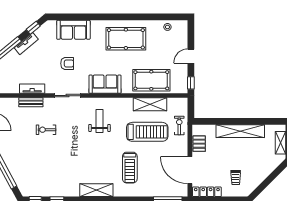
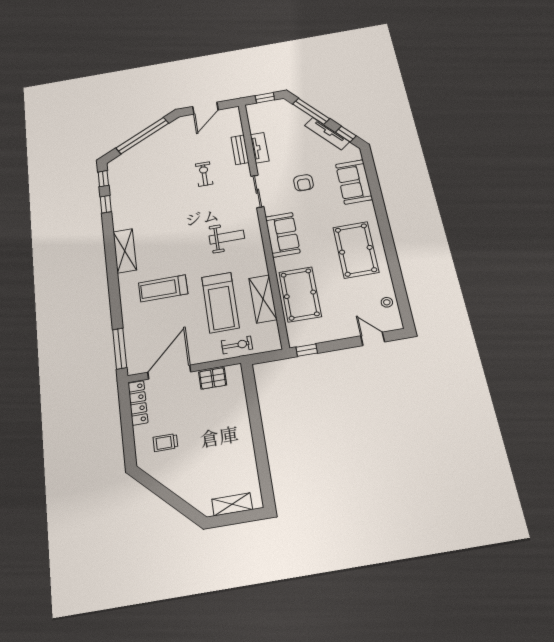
tv unit: (26, 44) -> (327, 134), width x1.41
door: (191, 56) -> (373, 339), moved
shelving: (240, 131) -> (242, 437), removed

